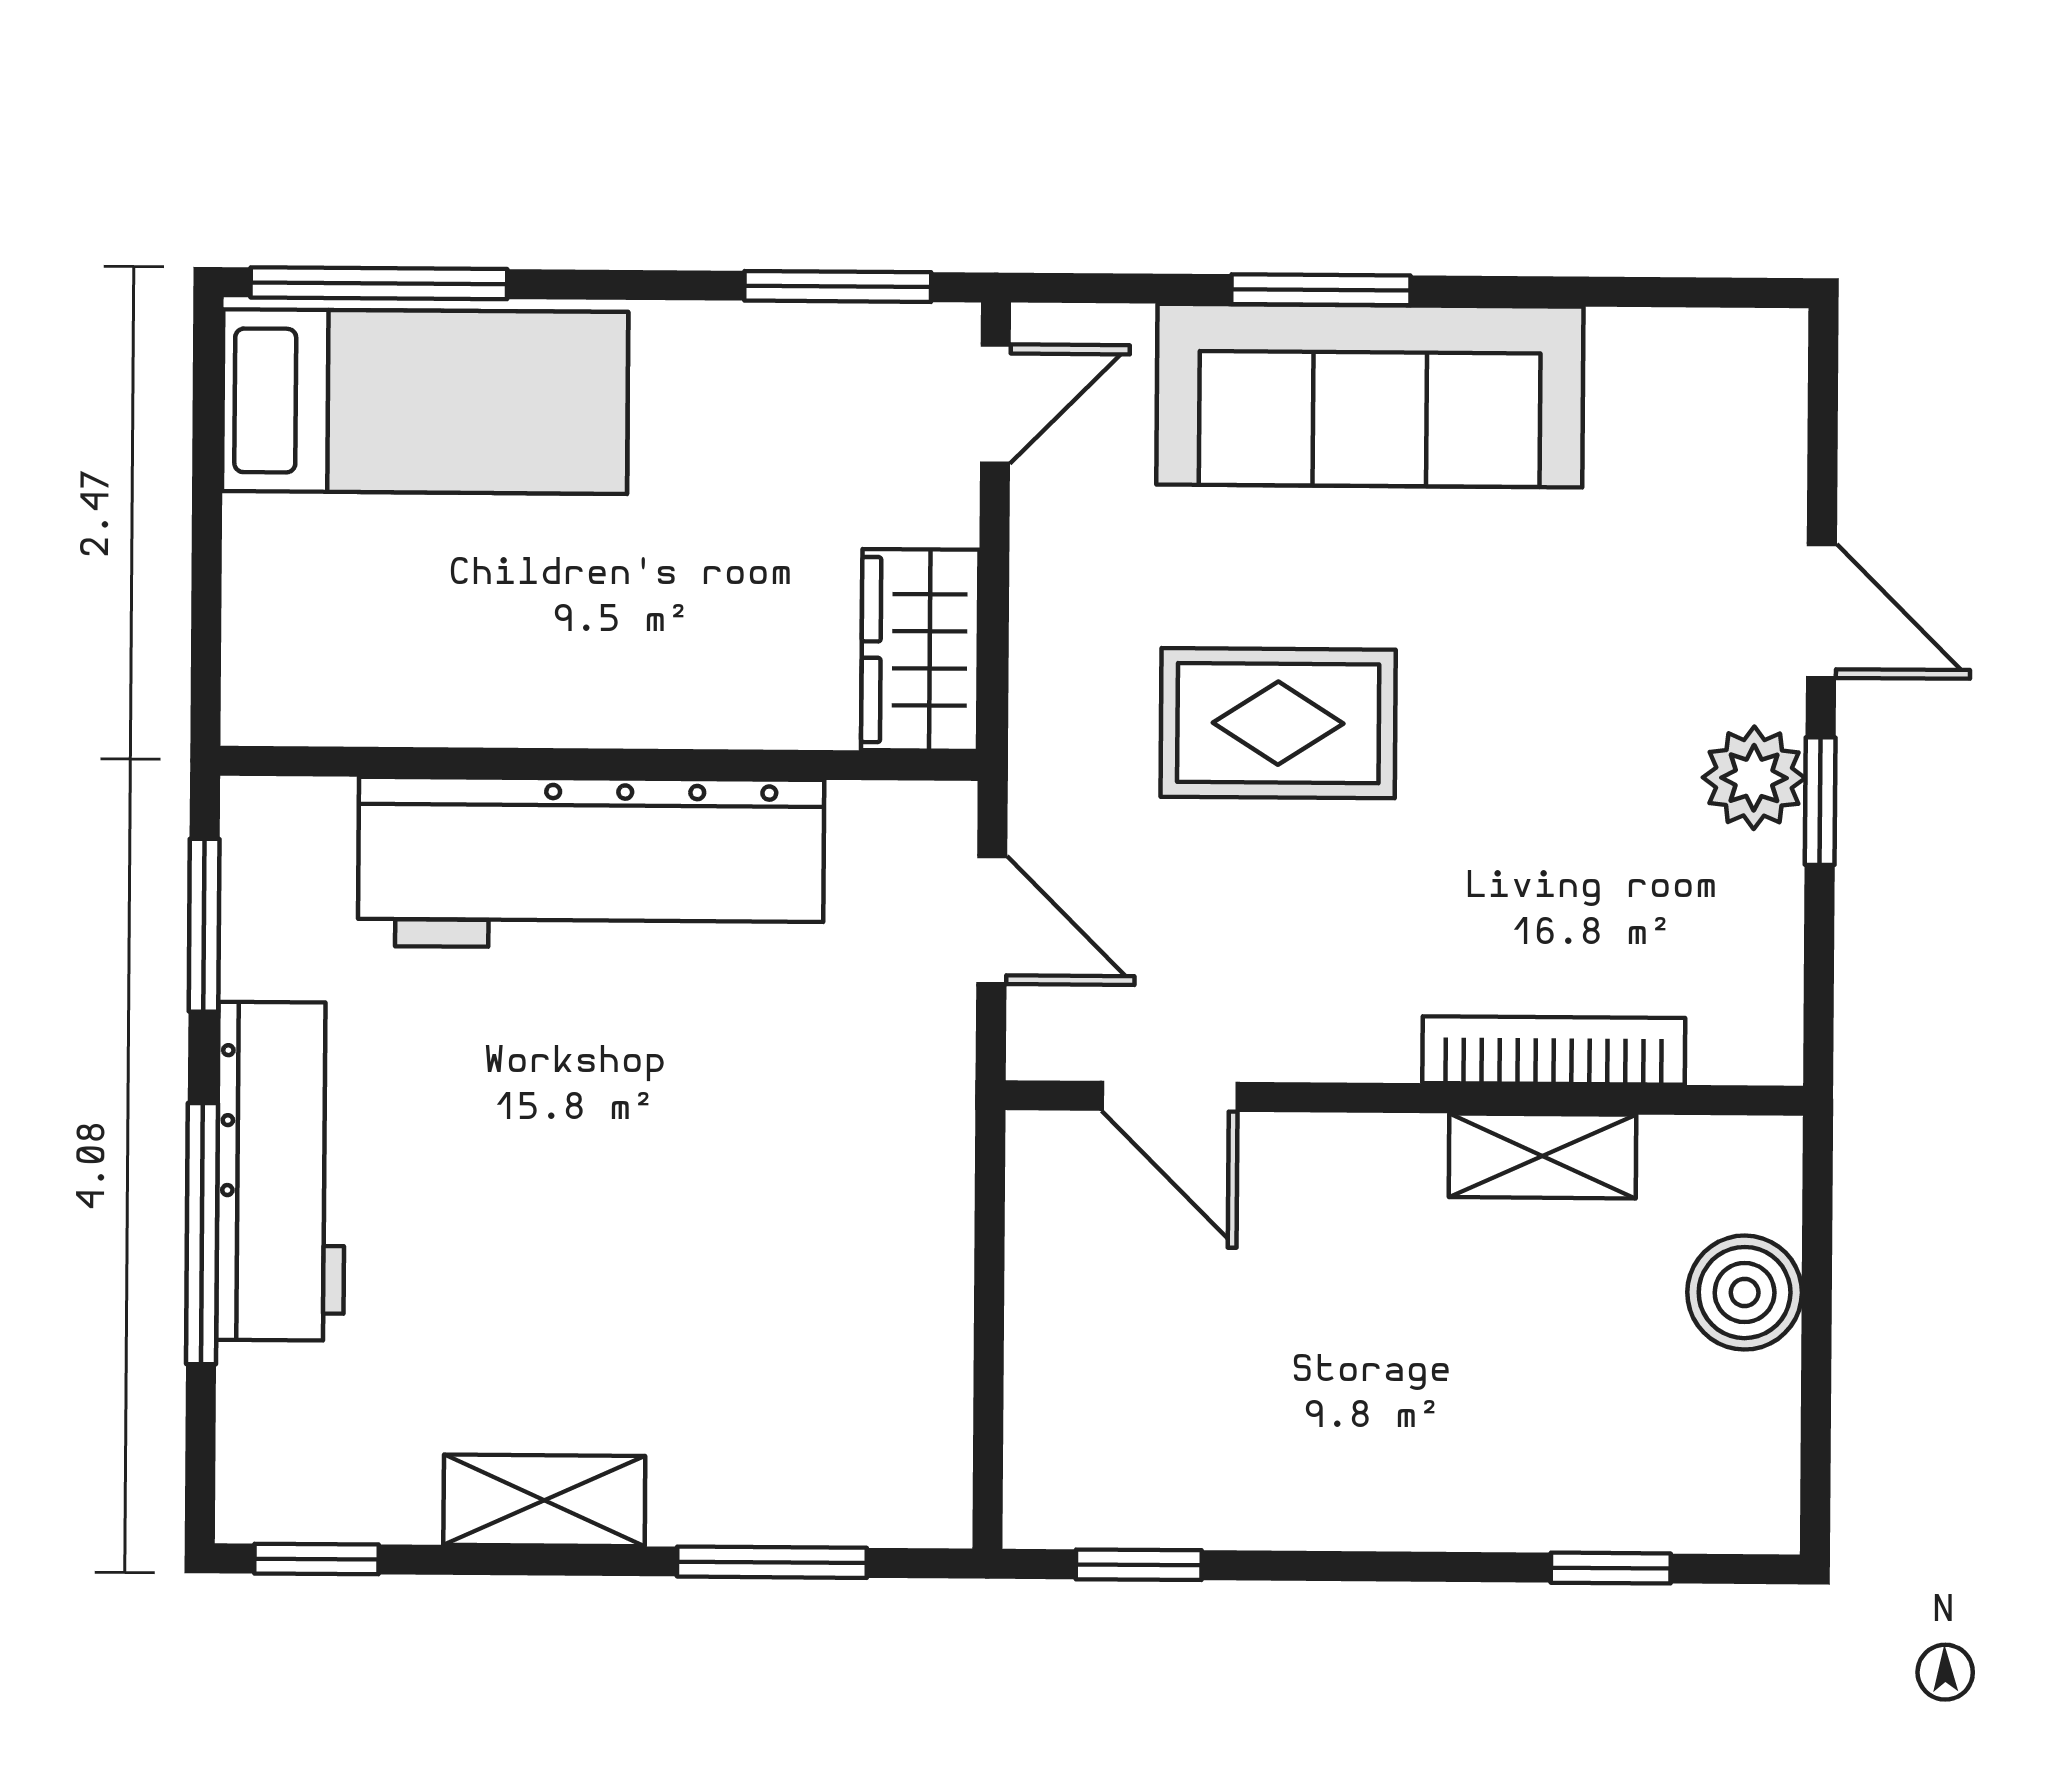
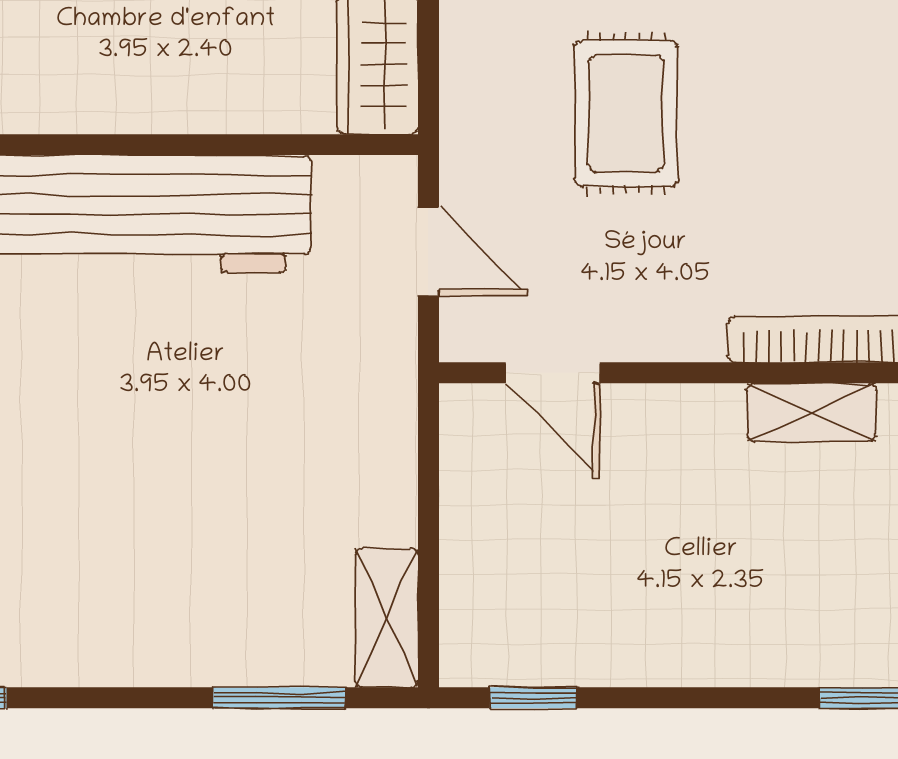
rug: (1278, 723) -> (626, 113), turned 90
shelving: (544, 1500) -> (387, 618), moved, turned 90

